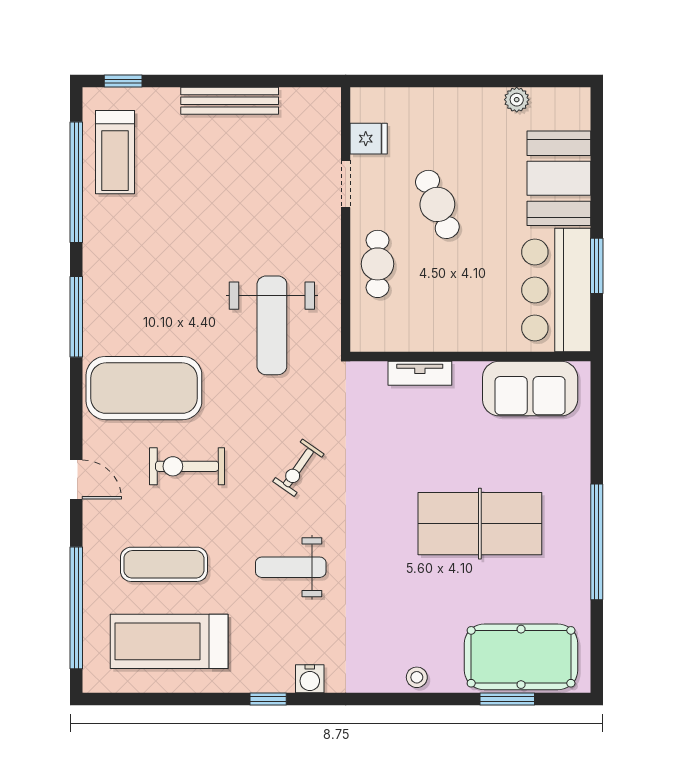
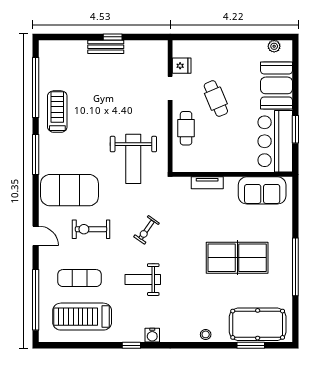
window: (123, 81) -> (113, 37), moved
plant: (517, 100) -> (274, 46), moved
bench: (230, 101) -> (106, 47), width x0.73
treadmill: (115, 152) -> (57, 112), moved, turned 180

